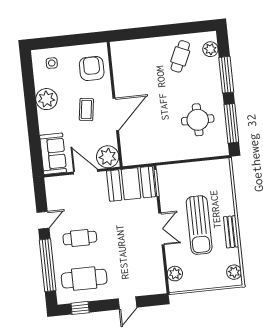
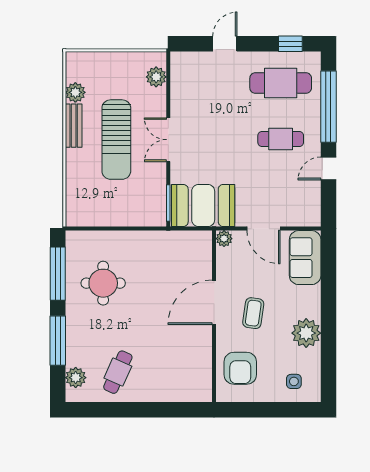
plant: (108, 157) -> (224, 239), width x0.53, depth x0.53
sun lounger: (199, 225) -> (116, 140), turned 180
plant: (234, 272) -> (75, 92), moved

